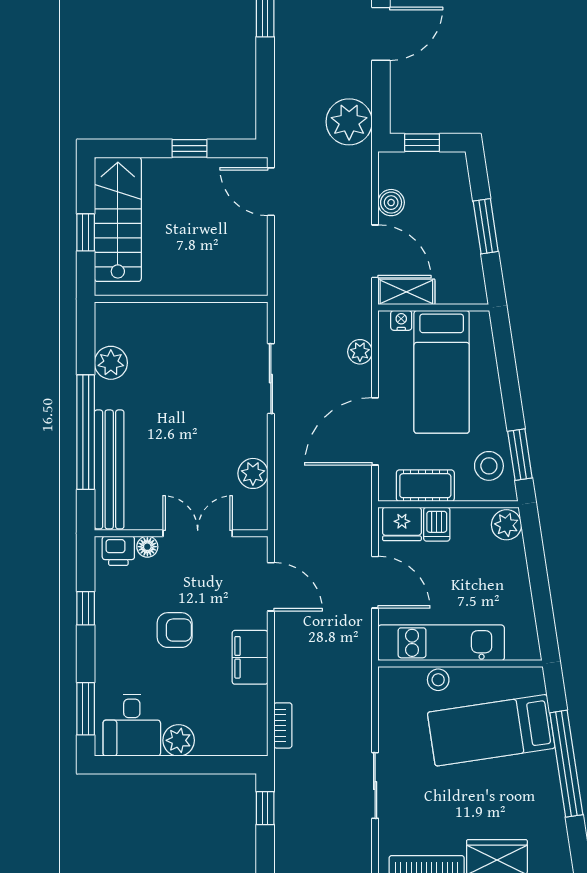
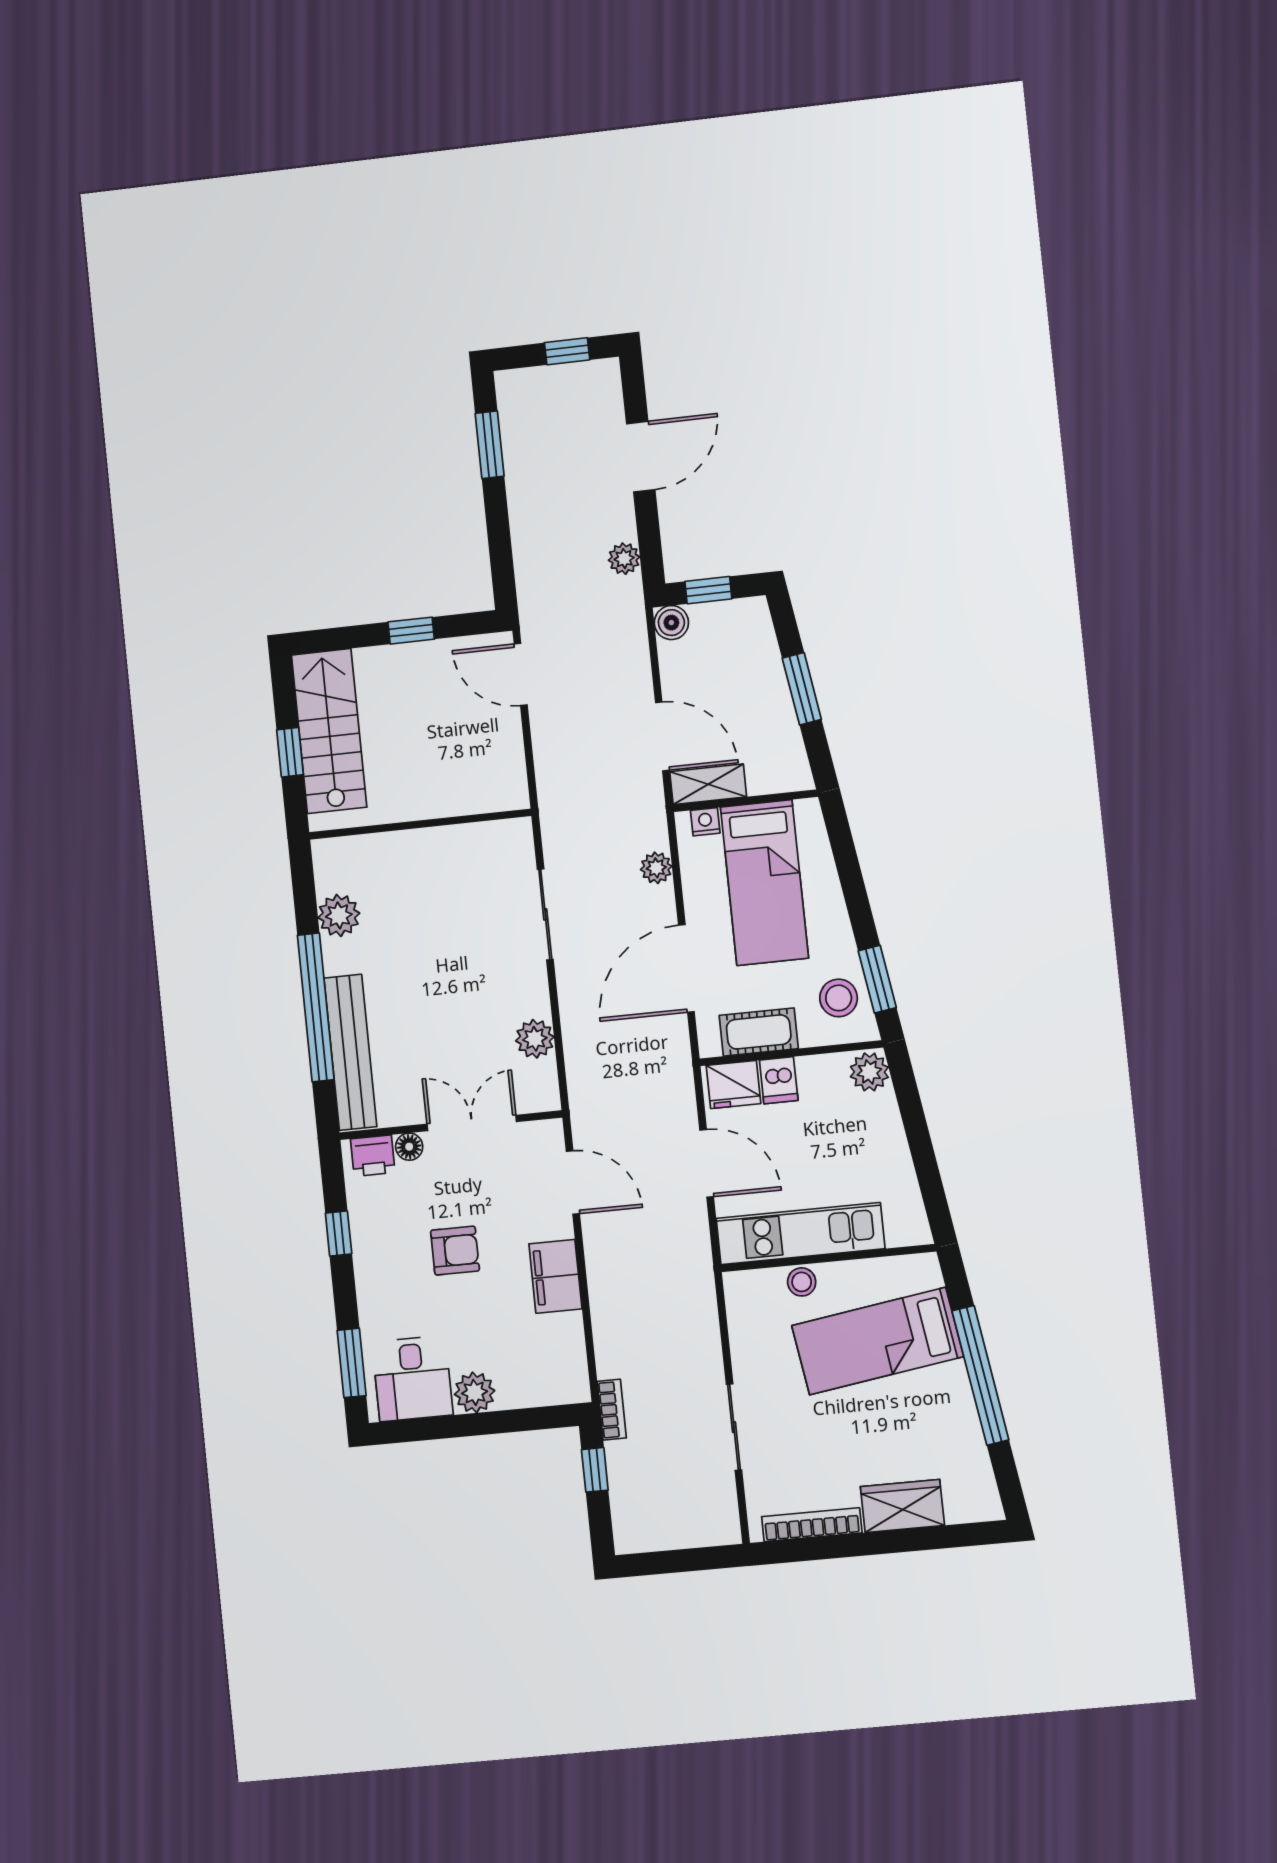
plant: (349, 122) -> (624, 559), width x0.53, depth x0.53
boiler: (391, 203) -> (671, 623), moved
bookcase: (283, 725) -> (612, 1410), moved

